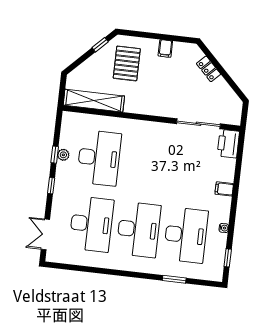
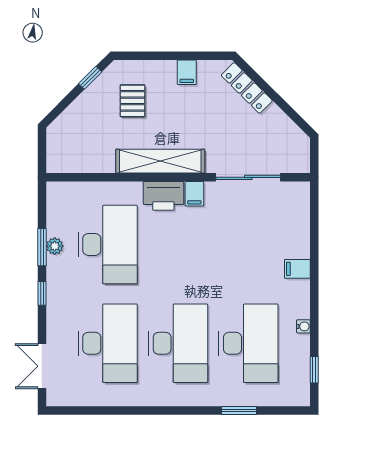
pallet: (127, 63) -> (133, 101), width x0.67, depth x0.71
locker: (209, 69) -> (247, 88), width x1.53
shelving: (94, 101) -> (160, 161), moved
filing cabinet: (161, 131) -> (194, 194), added
printer: (228, 144) -> (163, 196), moved, turned -90
window: (55, 155) -> (42, 247), width x1.50

